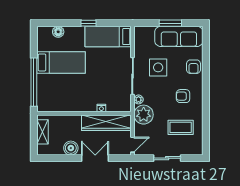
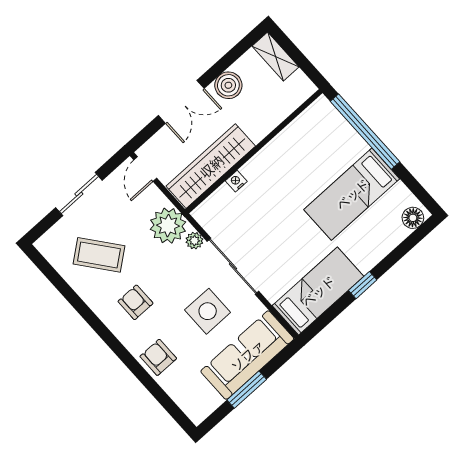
floor lamp: (58, 32) -> (413, 218), moved
sofa: (179, 36) -> (247, 355), moved
armchair: (183, 96) -> (136, 302), turned -90
coffee table: (181, 127) -> (99, 255), turned 52
shelving: (42, 132) -> (275, 56), moved

